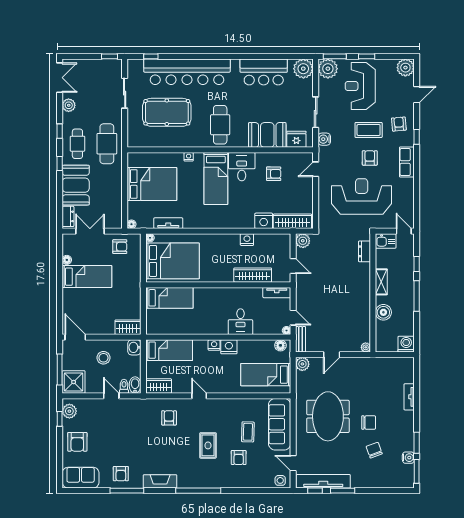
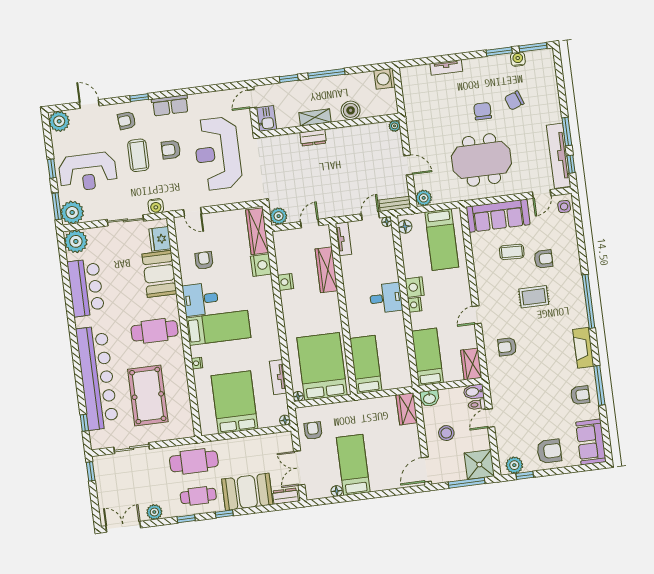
dresser: (365, 251) -> (313, 138), moved
desk: (240, 322) -> (386, 298), moved

